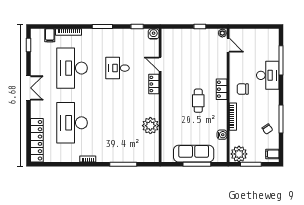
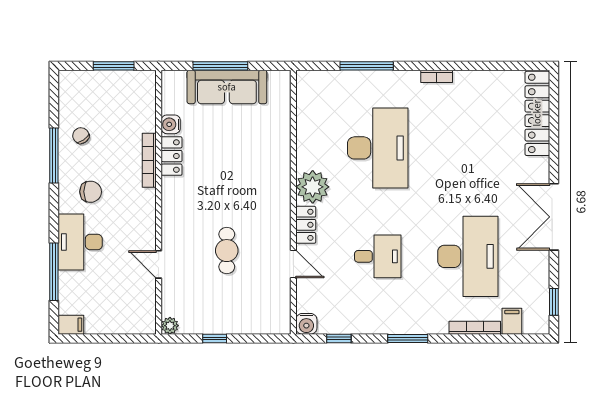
door: (228, 45) -> (159, 264), moved
double door: (29, 88) -> (554, 217), width x1.37
locker: (222, 89) -> (172, 156), moved
chair: (243, 89) -> (91, 192), moved
cafe table: (198, 101) -> (227, 251), moved
desk: (72, 123) -> (378, 148), moved
plant: (150, 126) -> (313, 187), moved
plant: (239, 154) -> (137, 86), removed
filing cabinet: (272, 154) -> (71, 325), moved

